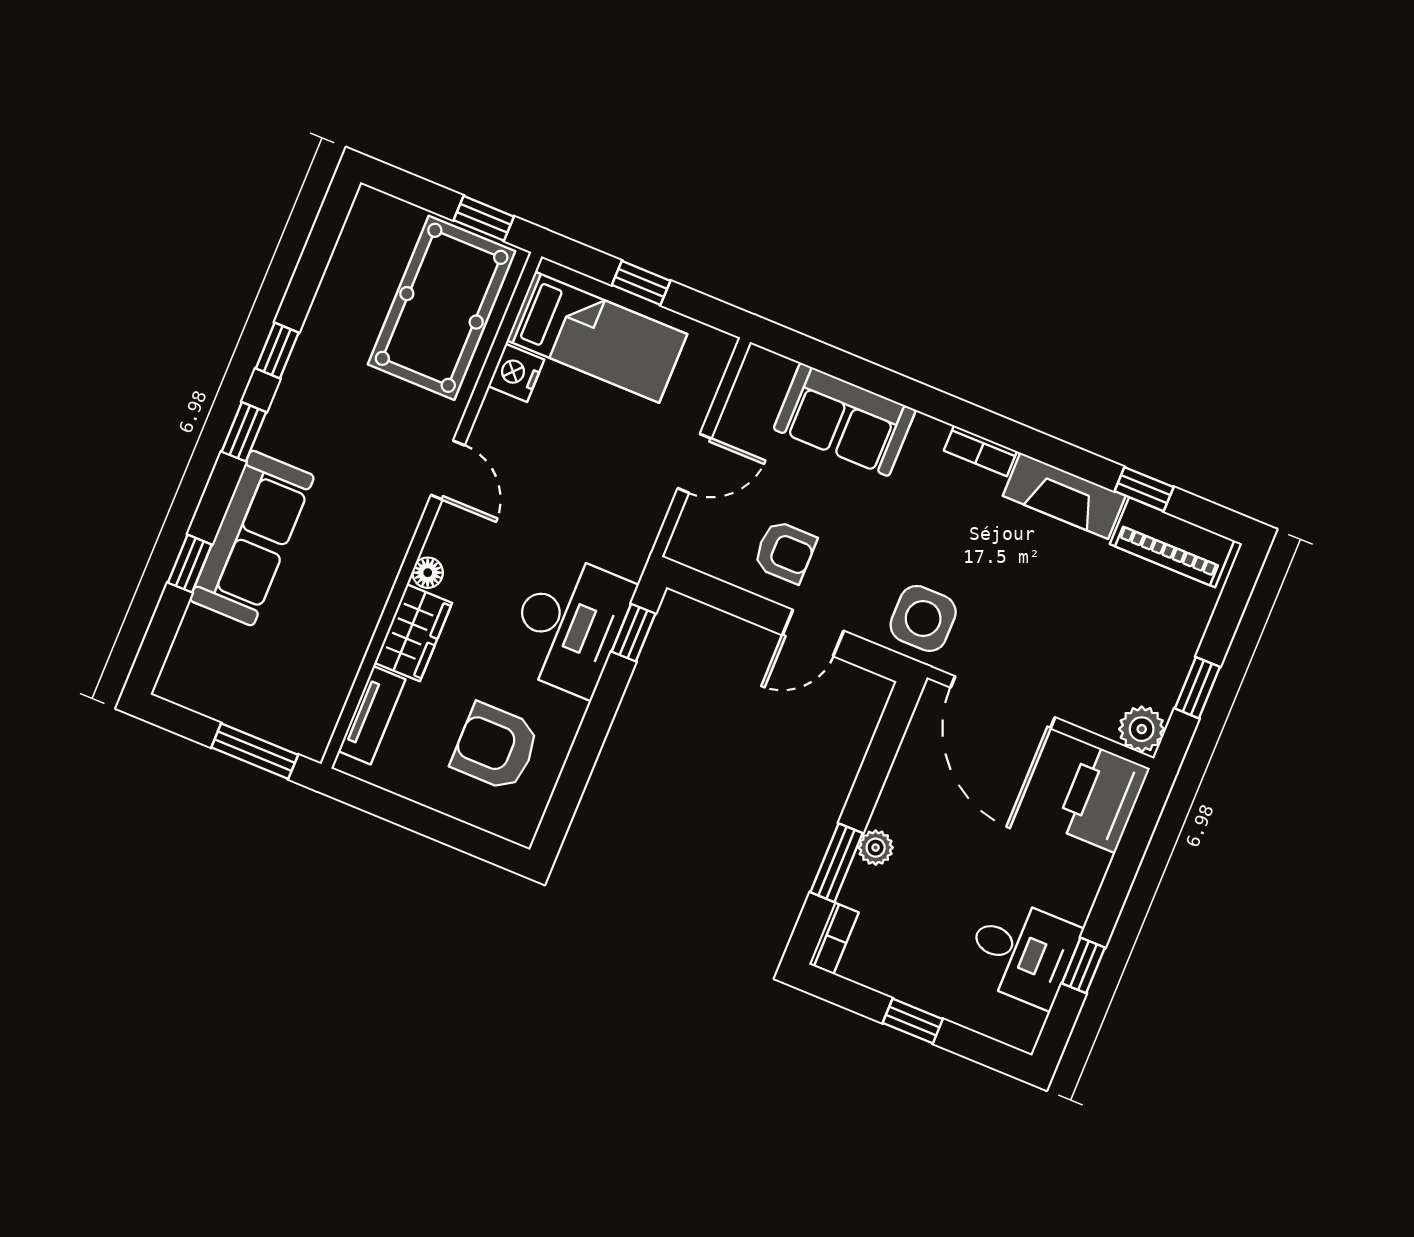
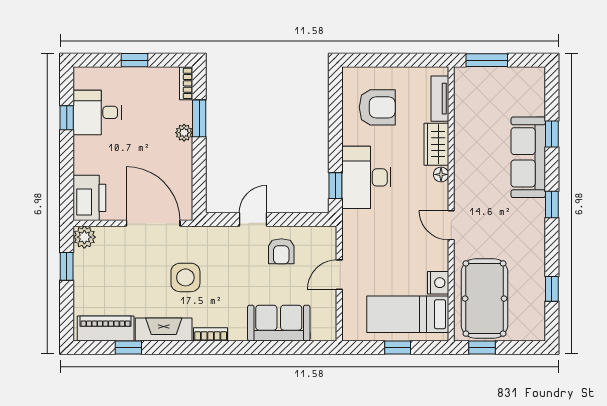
window: (277, 350) -> (552, 289), moved
armchair: (785, 552) -> (281, 251), turned -90
side table: (923, 618) -> (185, 277), moved

